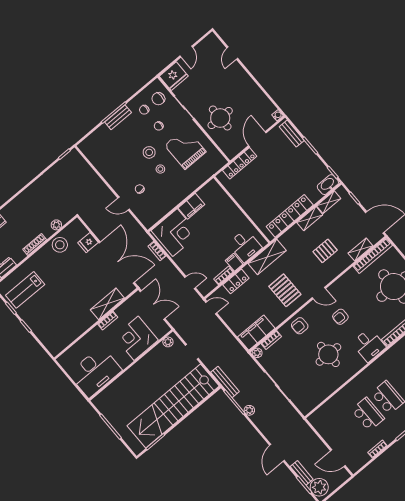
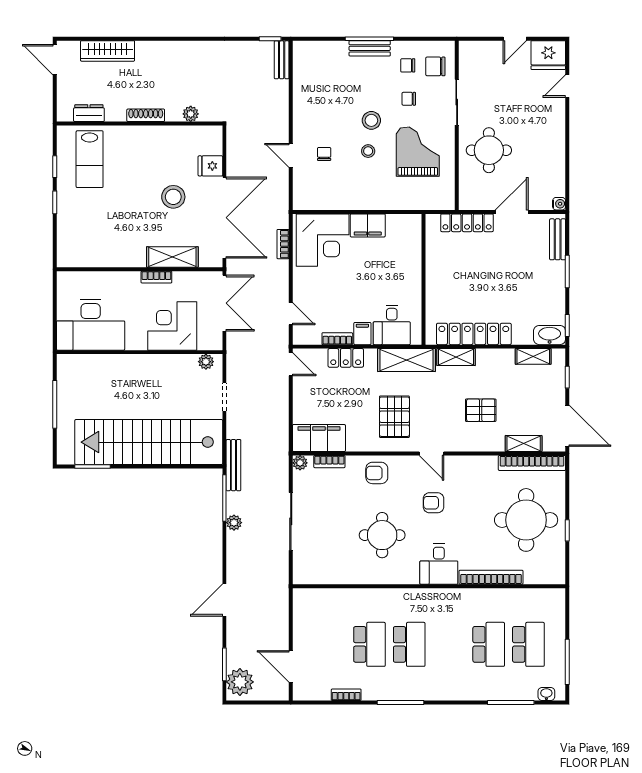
fridge: (174, 76) -> (548, 55), moved
shelving: (310, 219) -> (456, 357), moved
stool: (60, 245) -> (173, 197), moved
lab bench: (25, 290) -> (90, 159), turned -90
bench: (302, 473) -> (282, 60), moved

